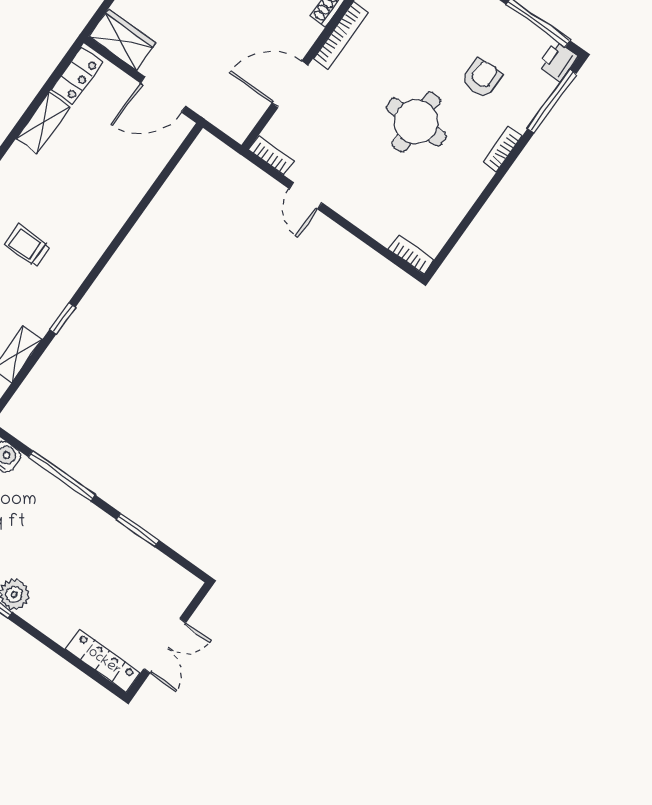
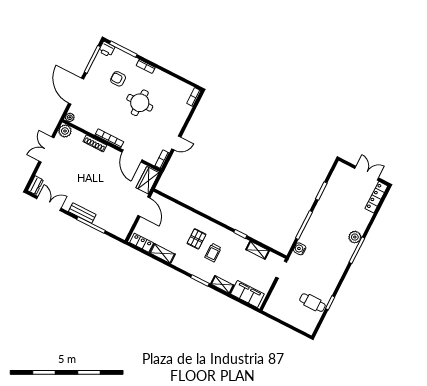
wardrobe: (122, 40) -> (148, 180), moved
pallet: (66, 210) -> (196, 239), added

